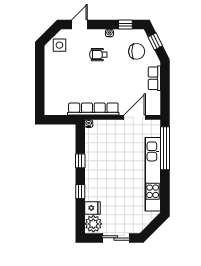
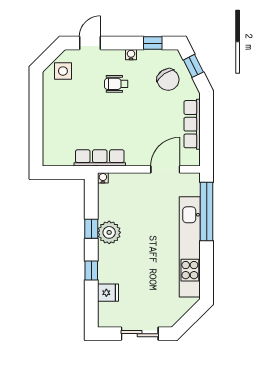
chair: (137, 51) -> (168, 80), turned 56
row of seats: (154, 78) -> (192, 124), width x1.48
row of seats: (93, 109) -> (100, 158), width x0.73
plant: (93, 224) -> (109, 232), moved

